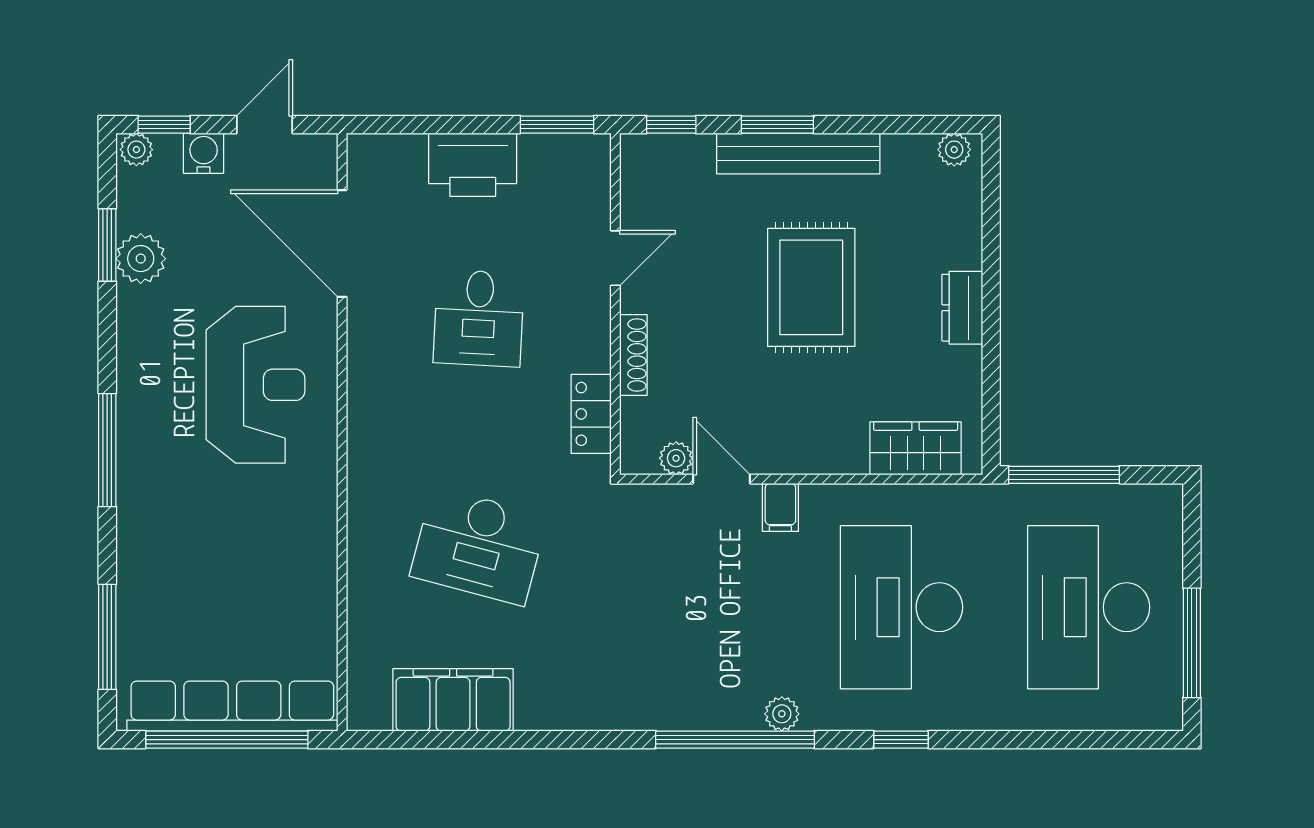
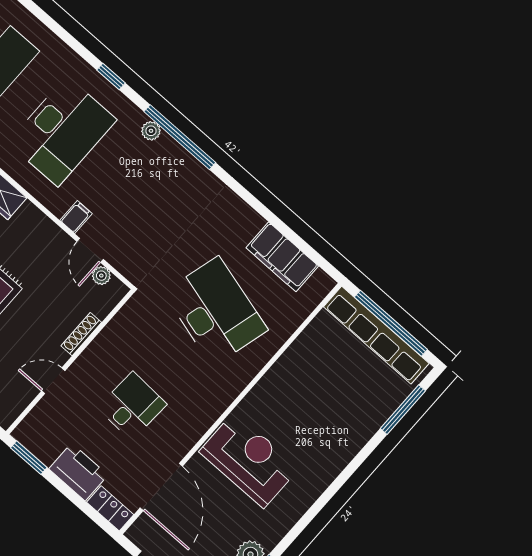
reception desk: (255, 385) -> (249, 460), turned 90
locker: (591, 414) -> (110, 508), moved, turned -90
window: (107, 450) -> (334, 487), removed
desk: (479, 546) -> (215, 311), width x1.36, depth x1.30

